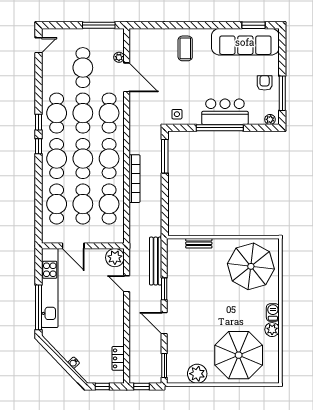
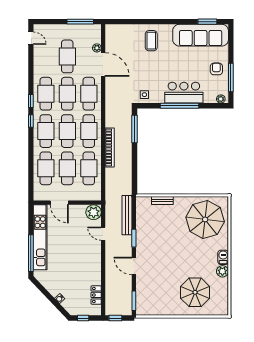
door: (38, 45) -> (31, 38), hinge flipped
parasol: (239, 355) -> (195, 292), width x0.73, depth x0.73
plant: (197, 374) -> (161, 308), removed

